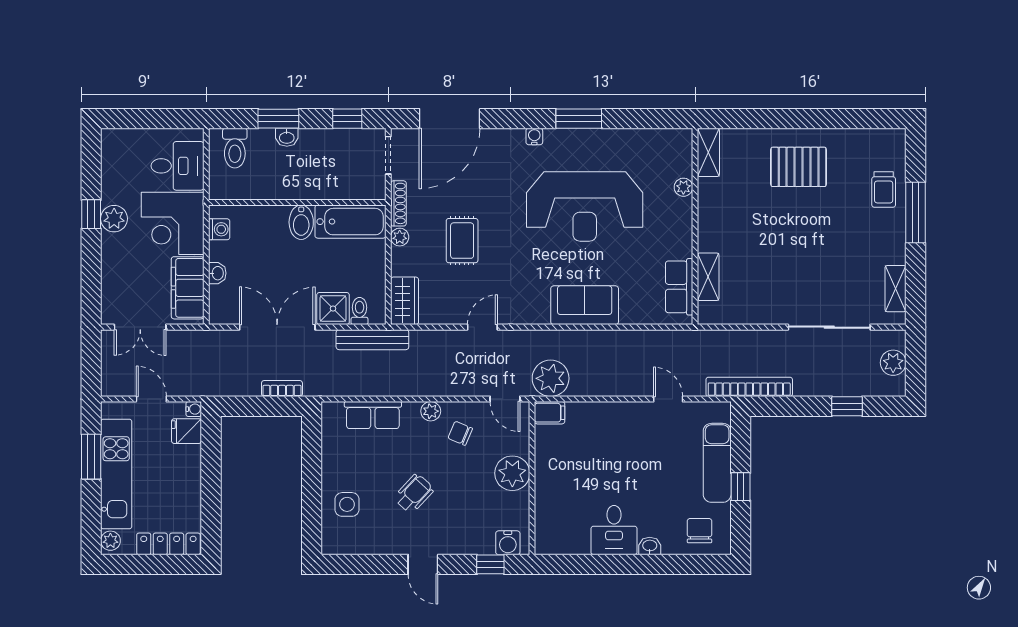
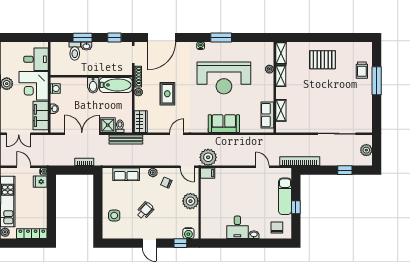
toilet: (235, 148) -> (75, 51), moved
shelving: (896, 289) -> (281, 76), moved

